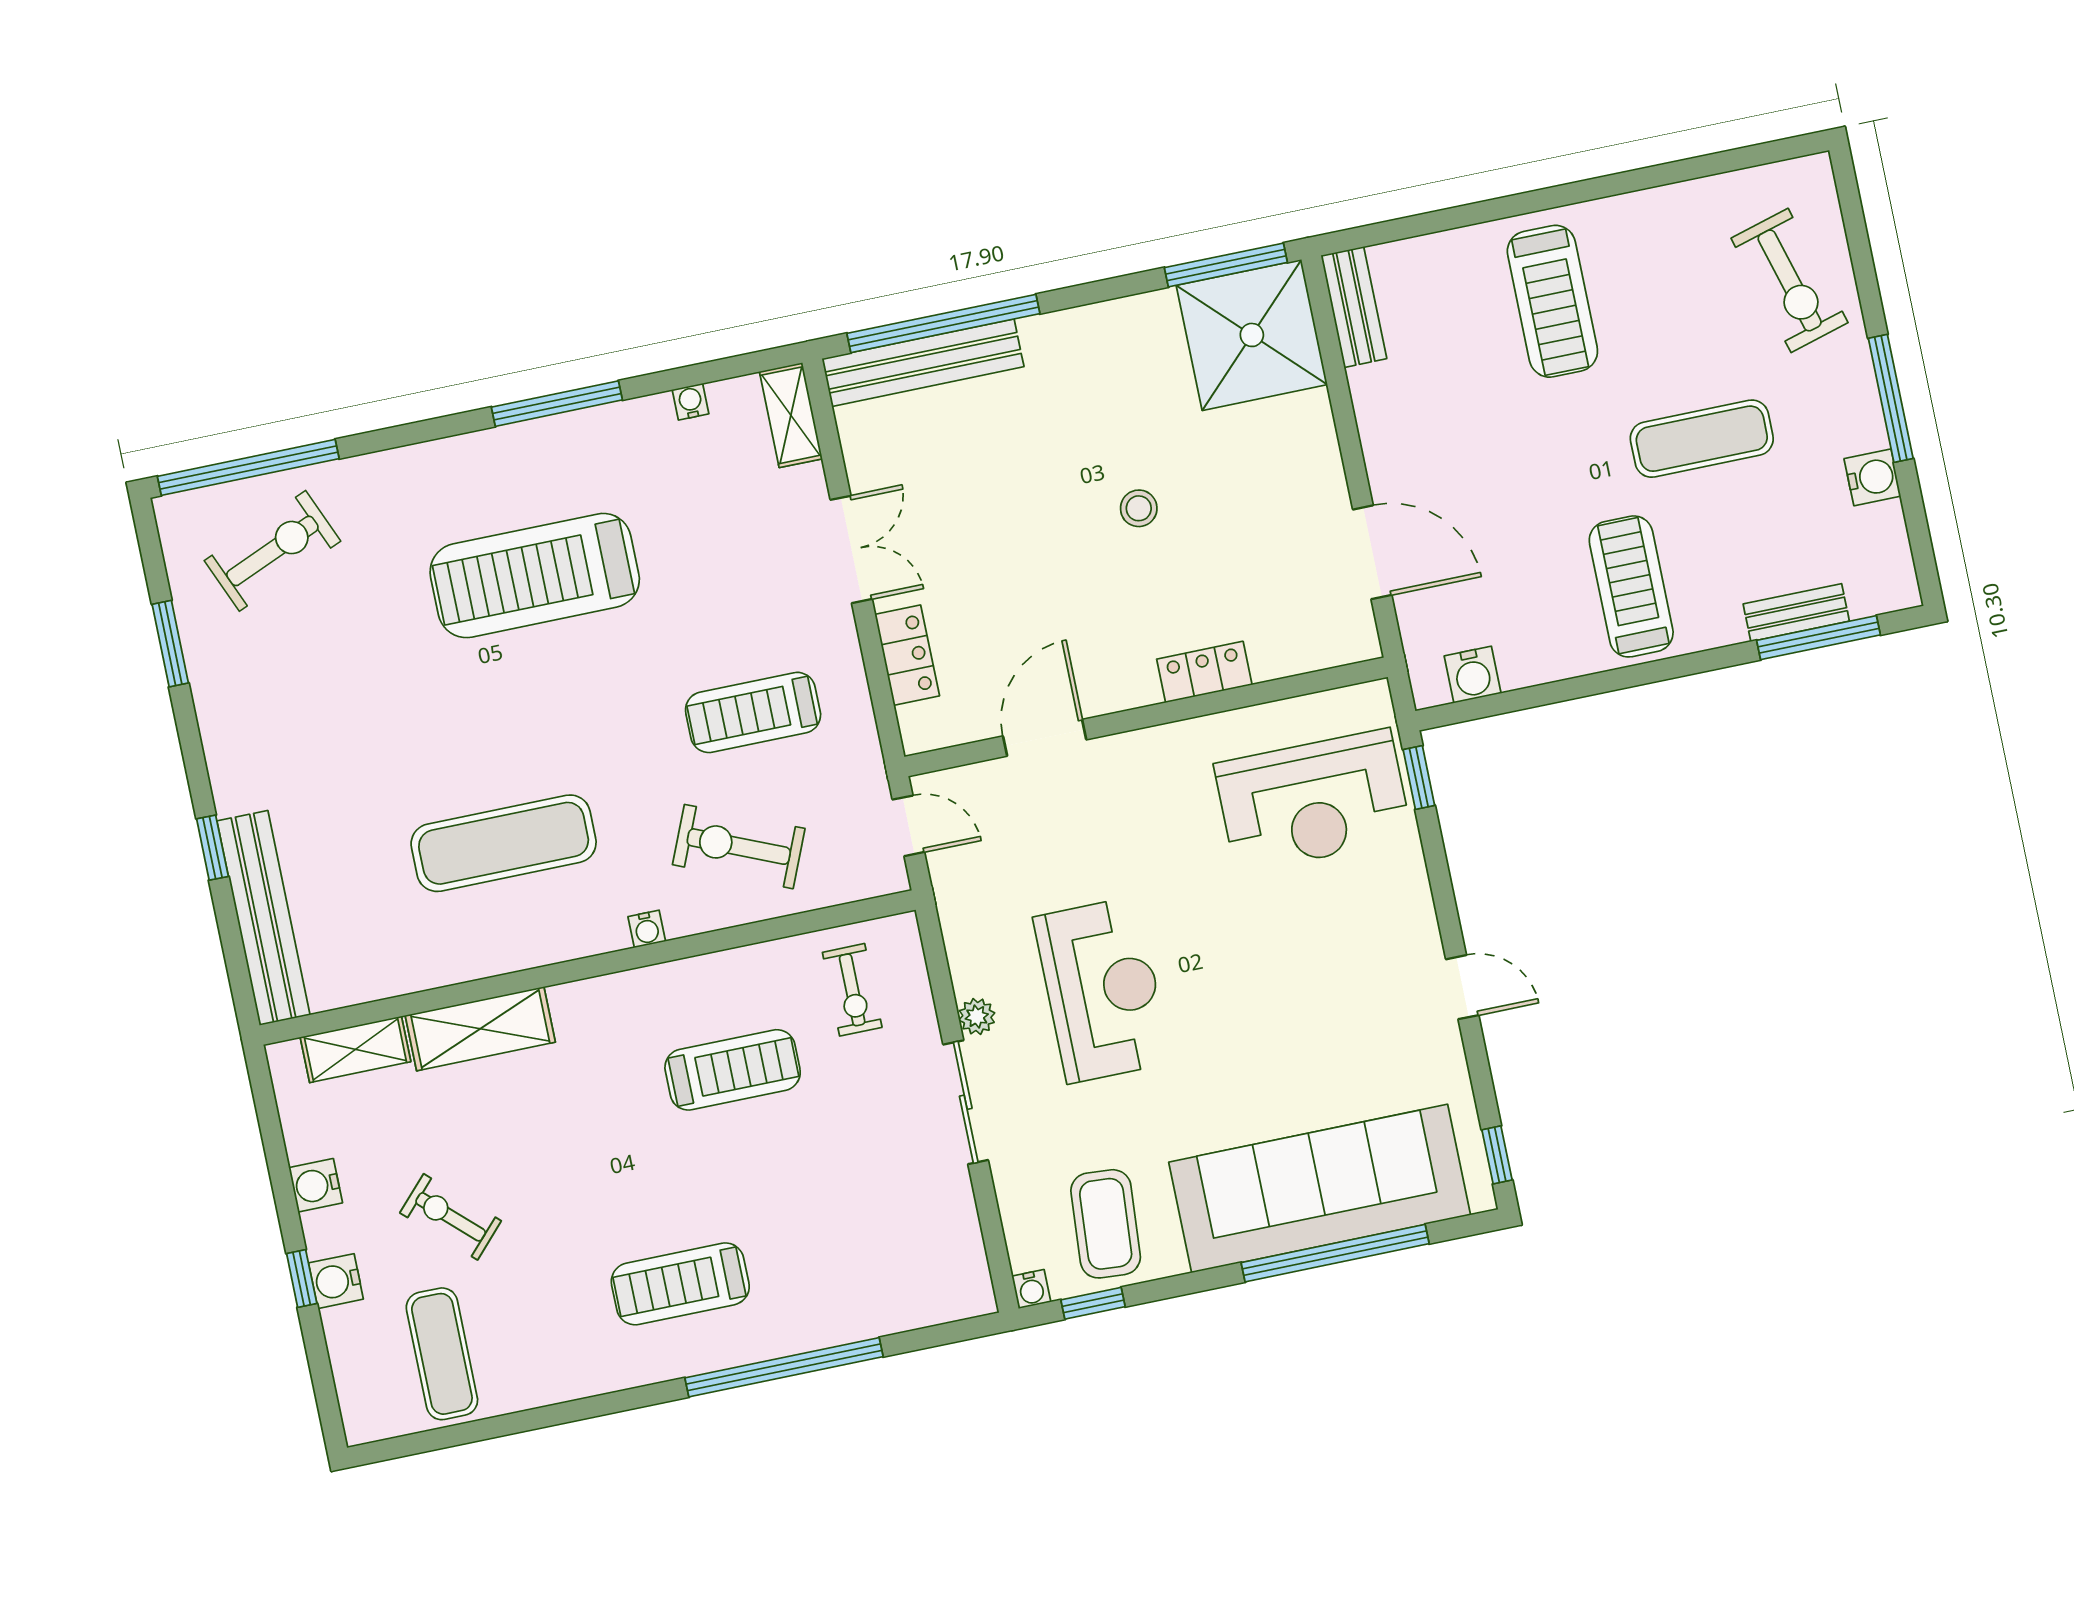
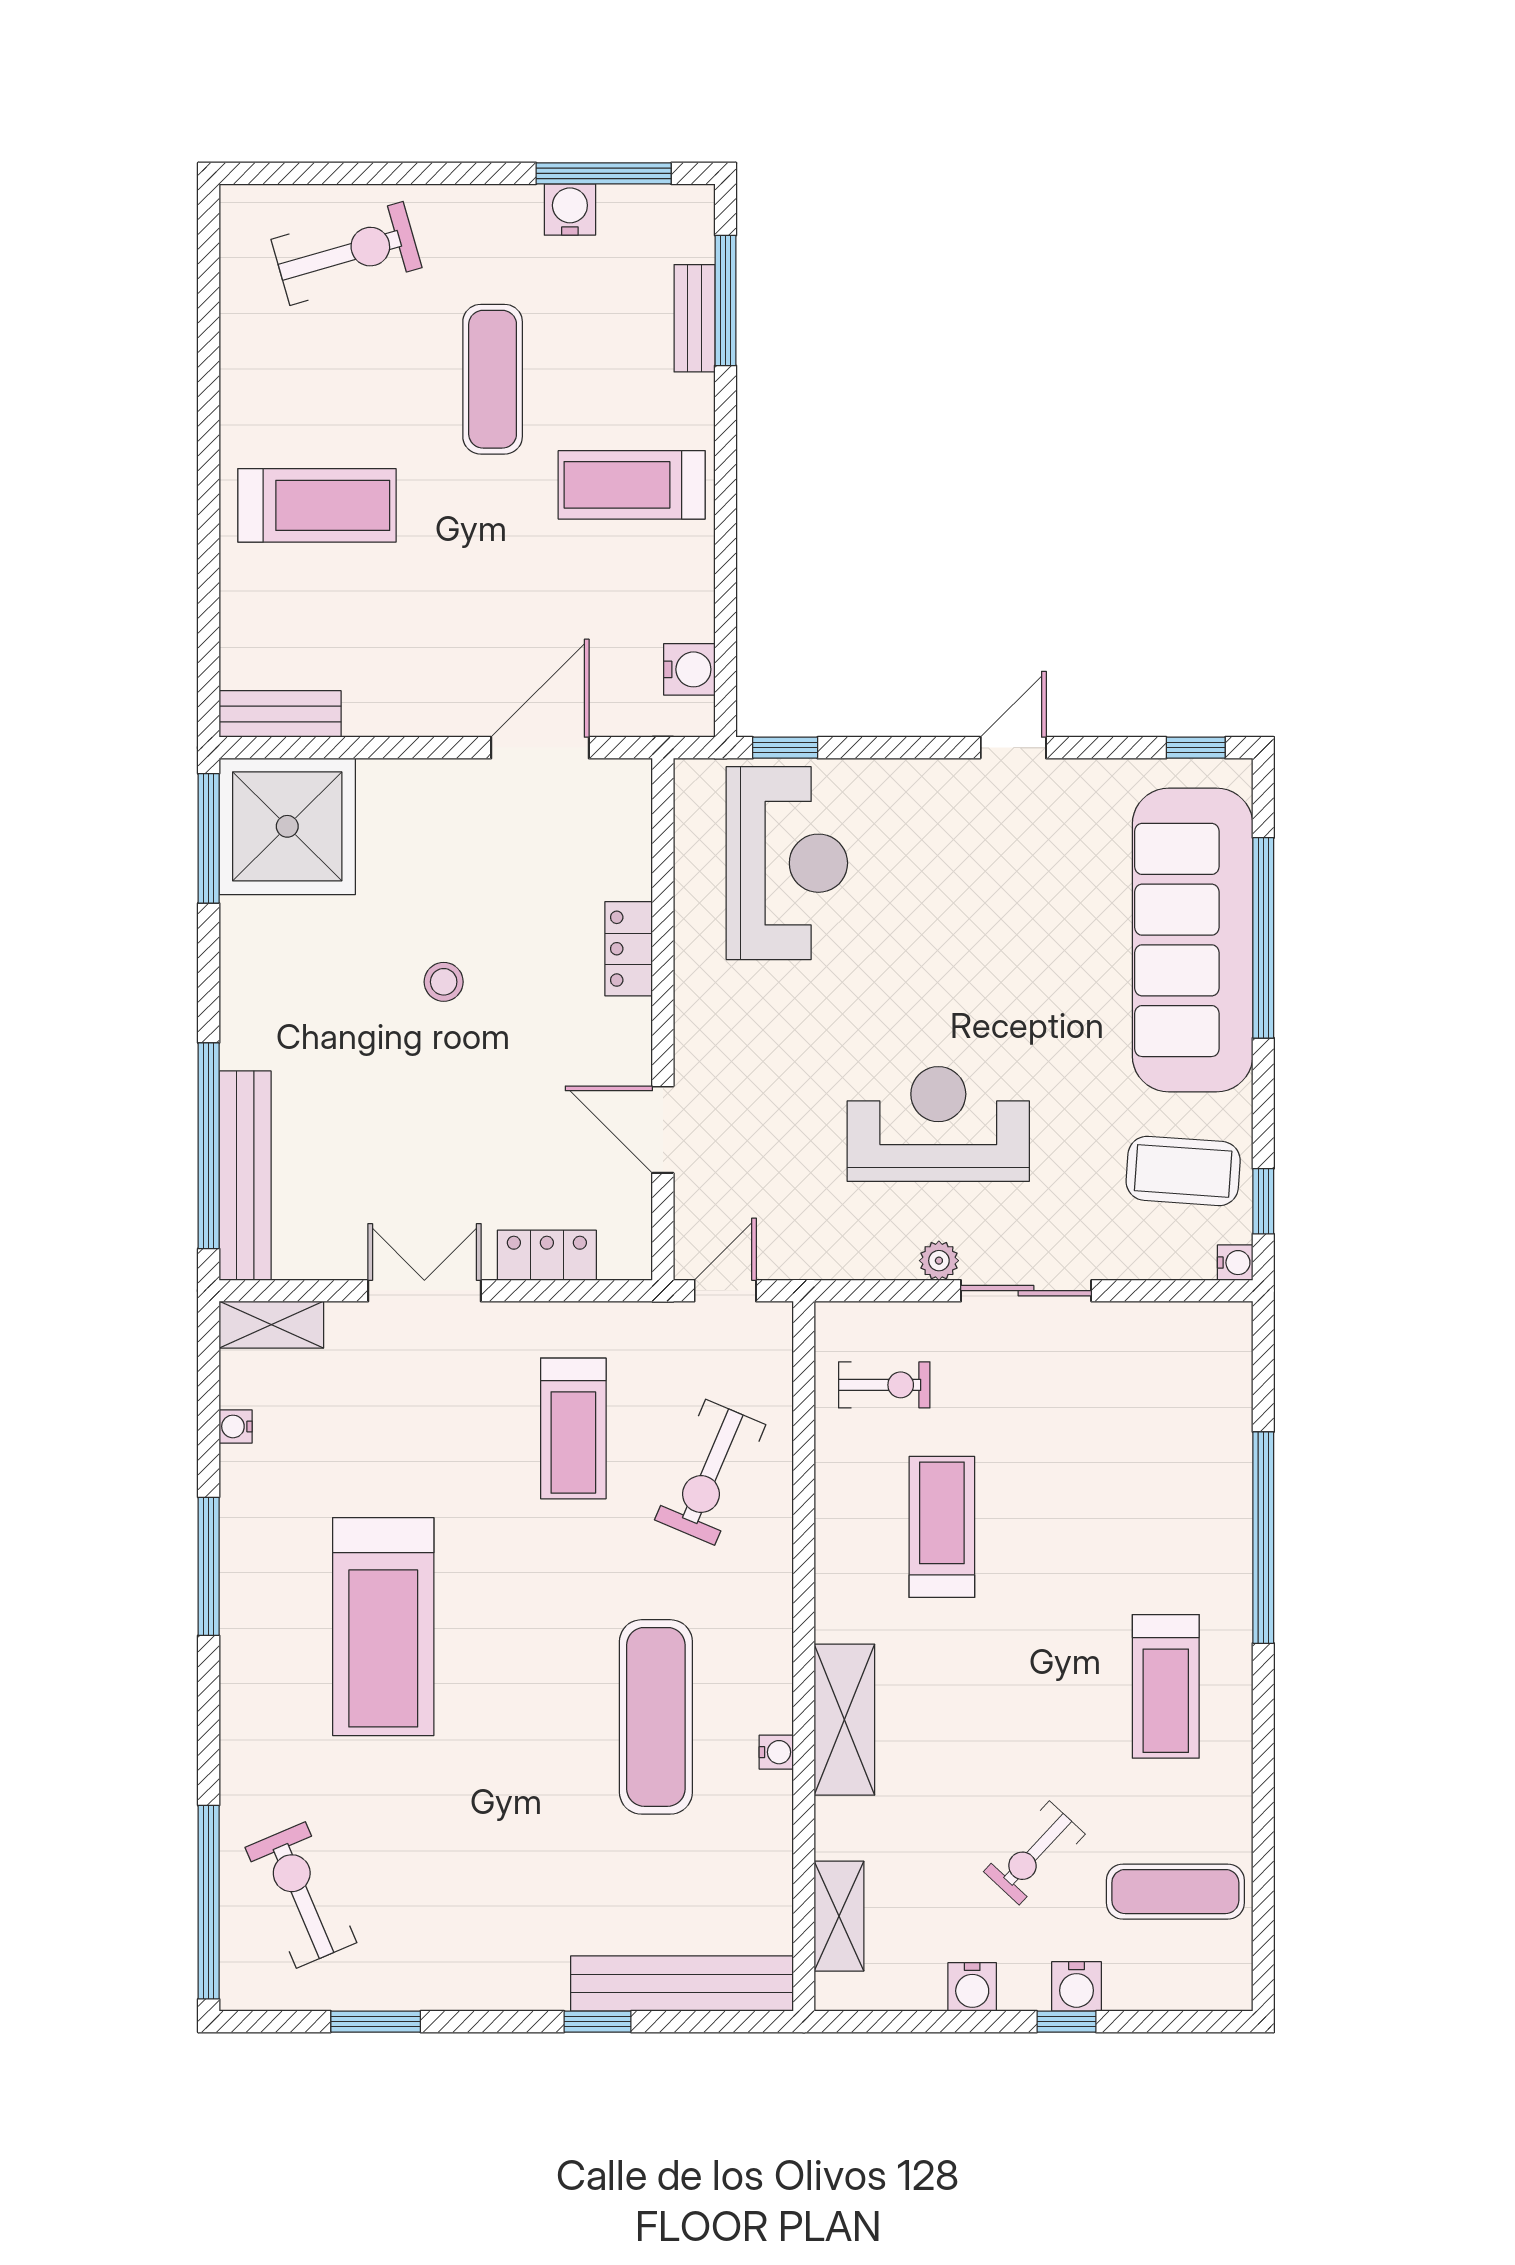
window: (1891, 398) -> (604, 173), moved
water cooler: (647, 929) -> (776, 1752), moved
shelving: (480, 1029) -> (844, 1720), moved
treadmill: (680, 1284) -> (1166, 1686), moved

